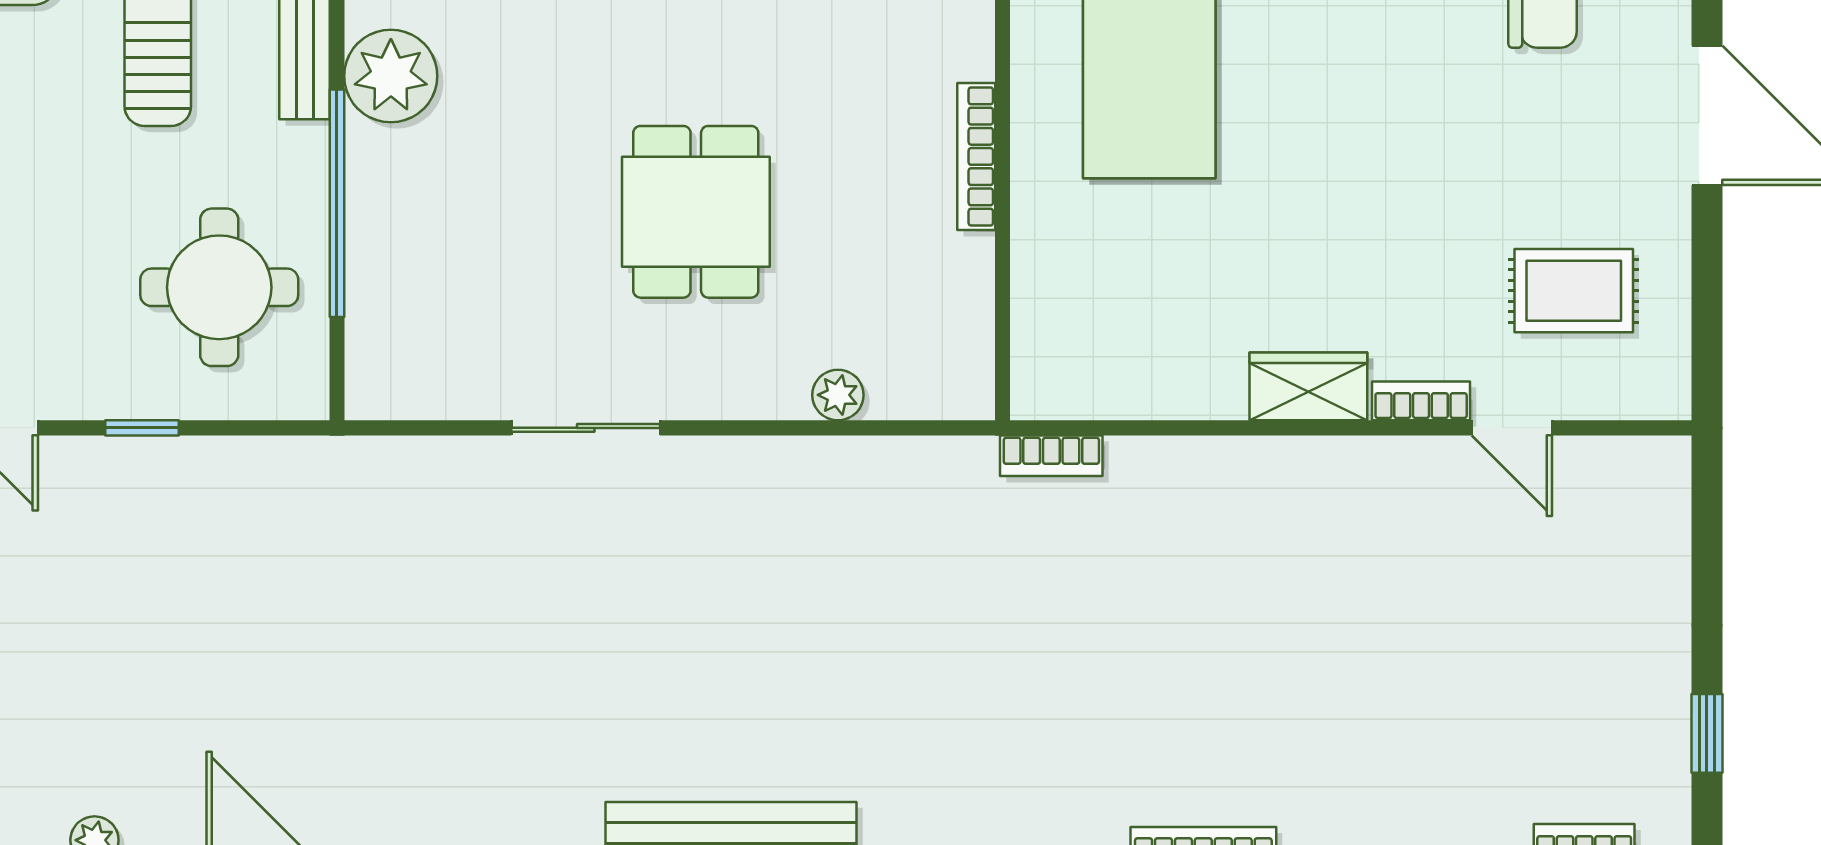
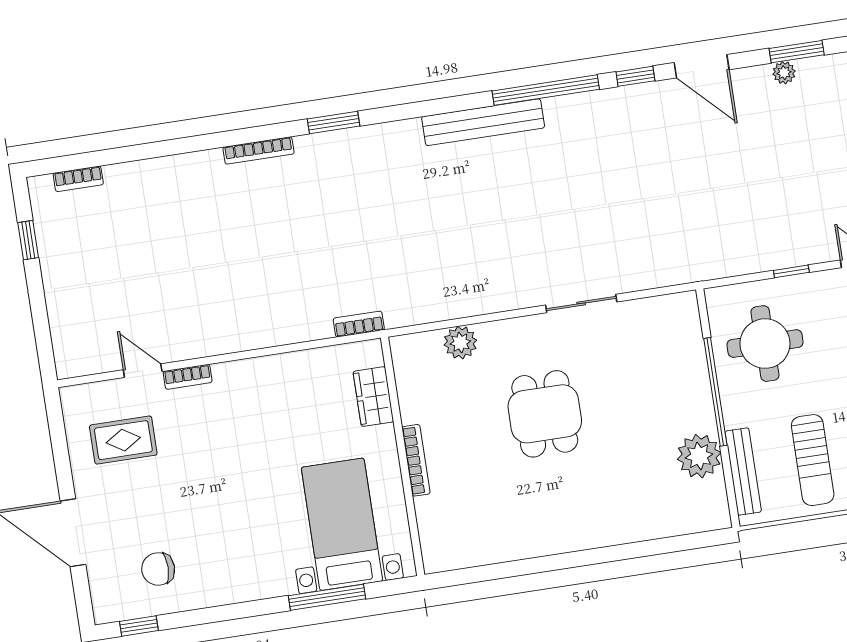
wardrobe: (1308, 386) -> (373, 397), moved, turned 90
plant: (838, 395) -> (460, 343), width x1.38, depth x1.38

